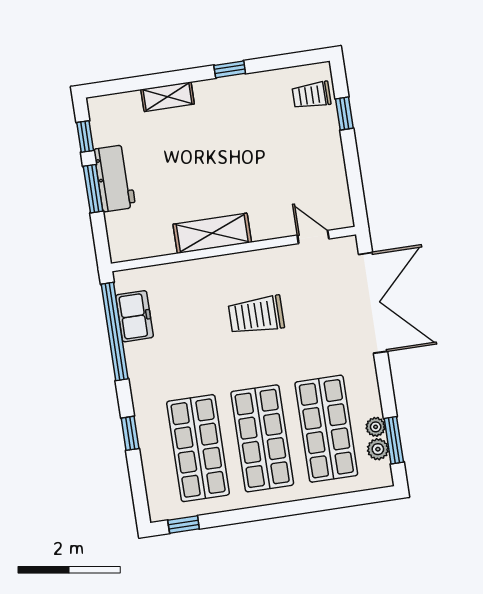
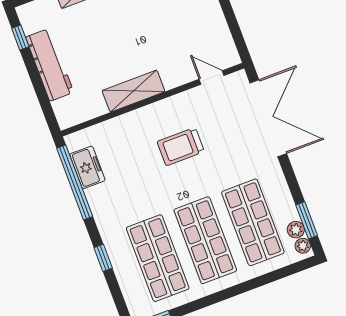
workbench: (115, 178) -> (50, 65), width x1.38
window: (93, 189) -> (35, 76), removed
plant: (376, 427) -> (303, 246), moved

